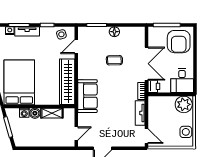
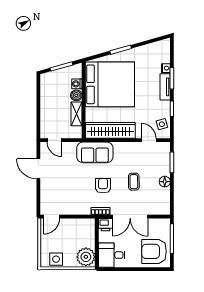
bed: (19, 82) -> (110, 84), width x1.36
armchair: (118, 89) -> (103, 186), added
tv unit: (140, 113) -> (77, 210), removed

